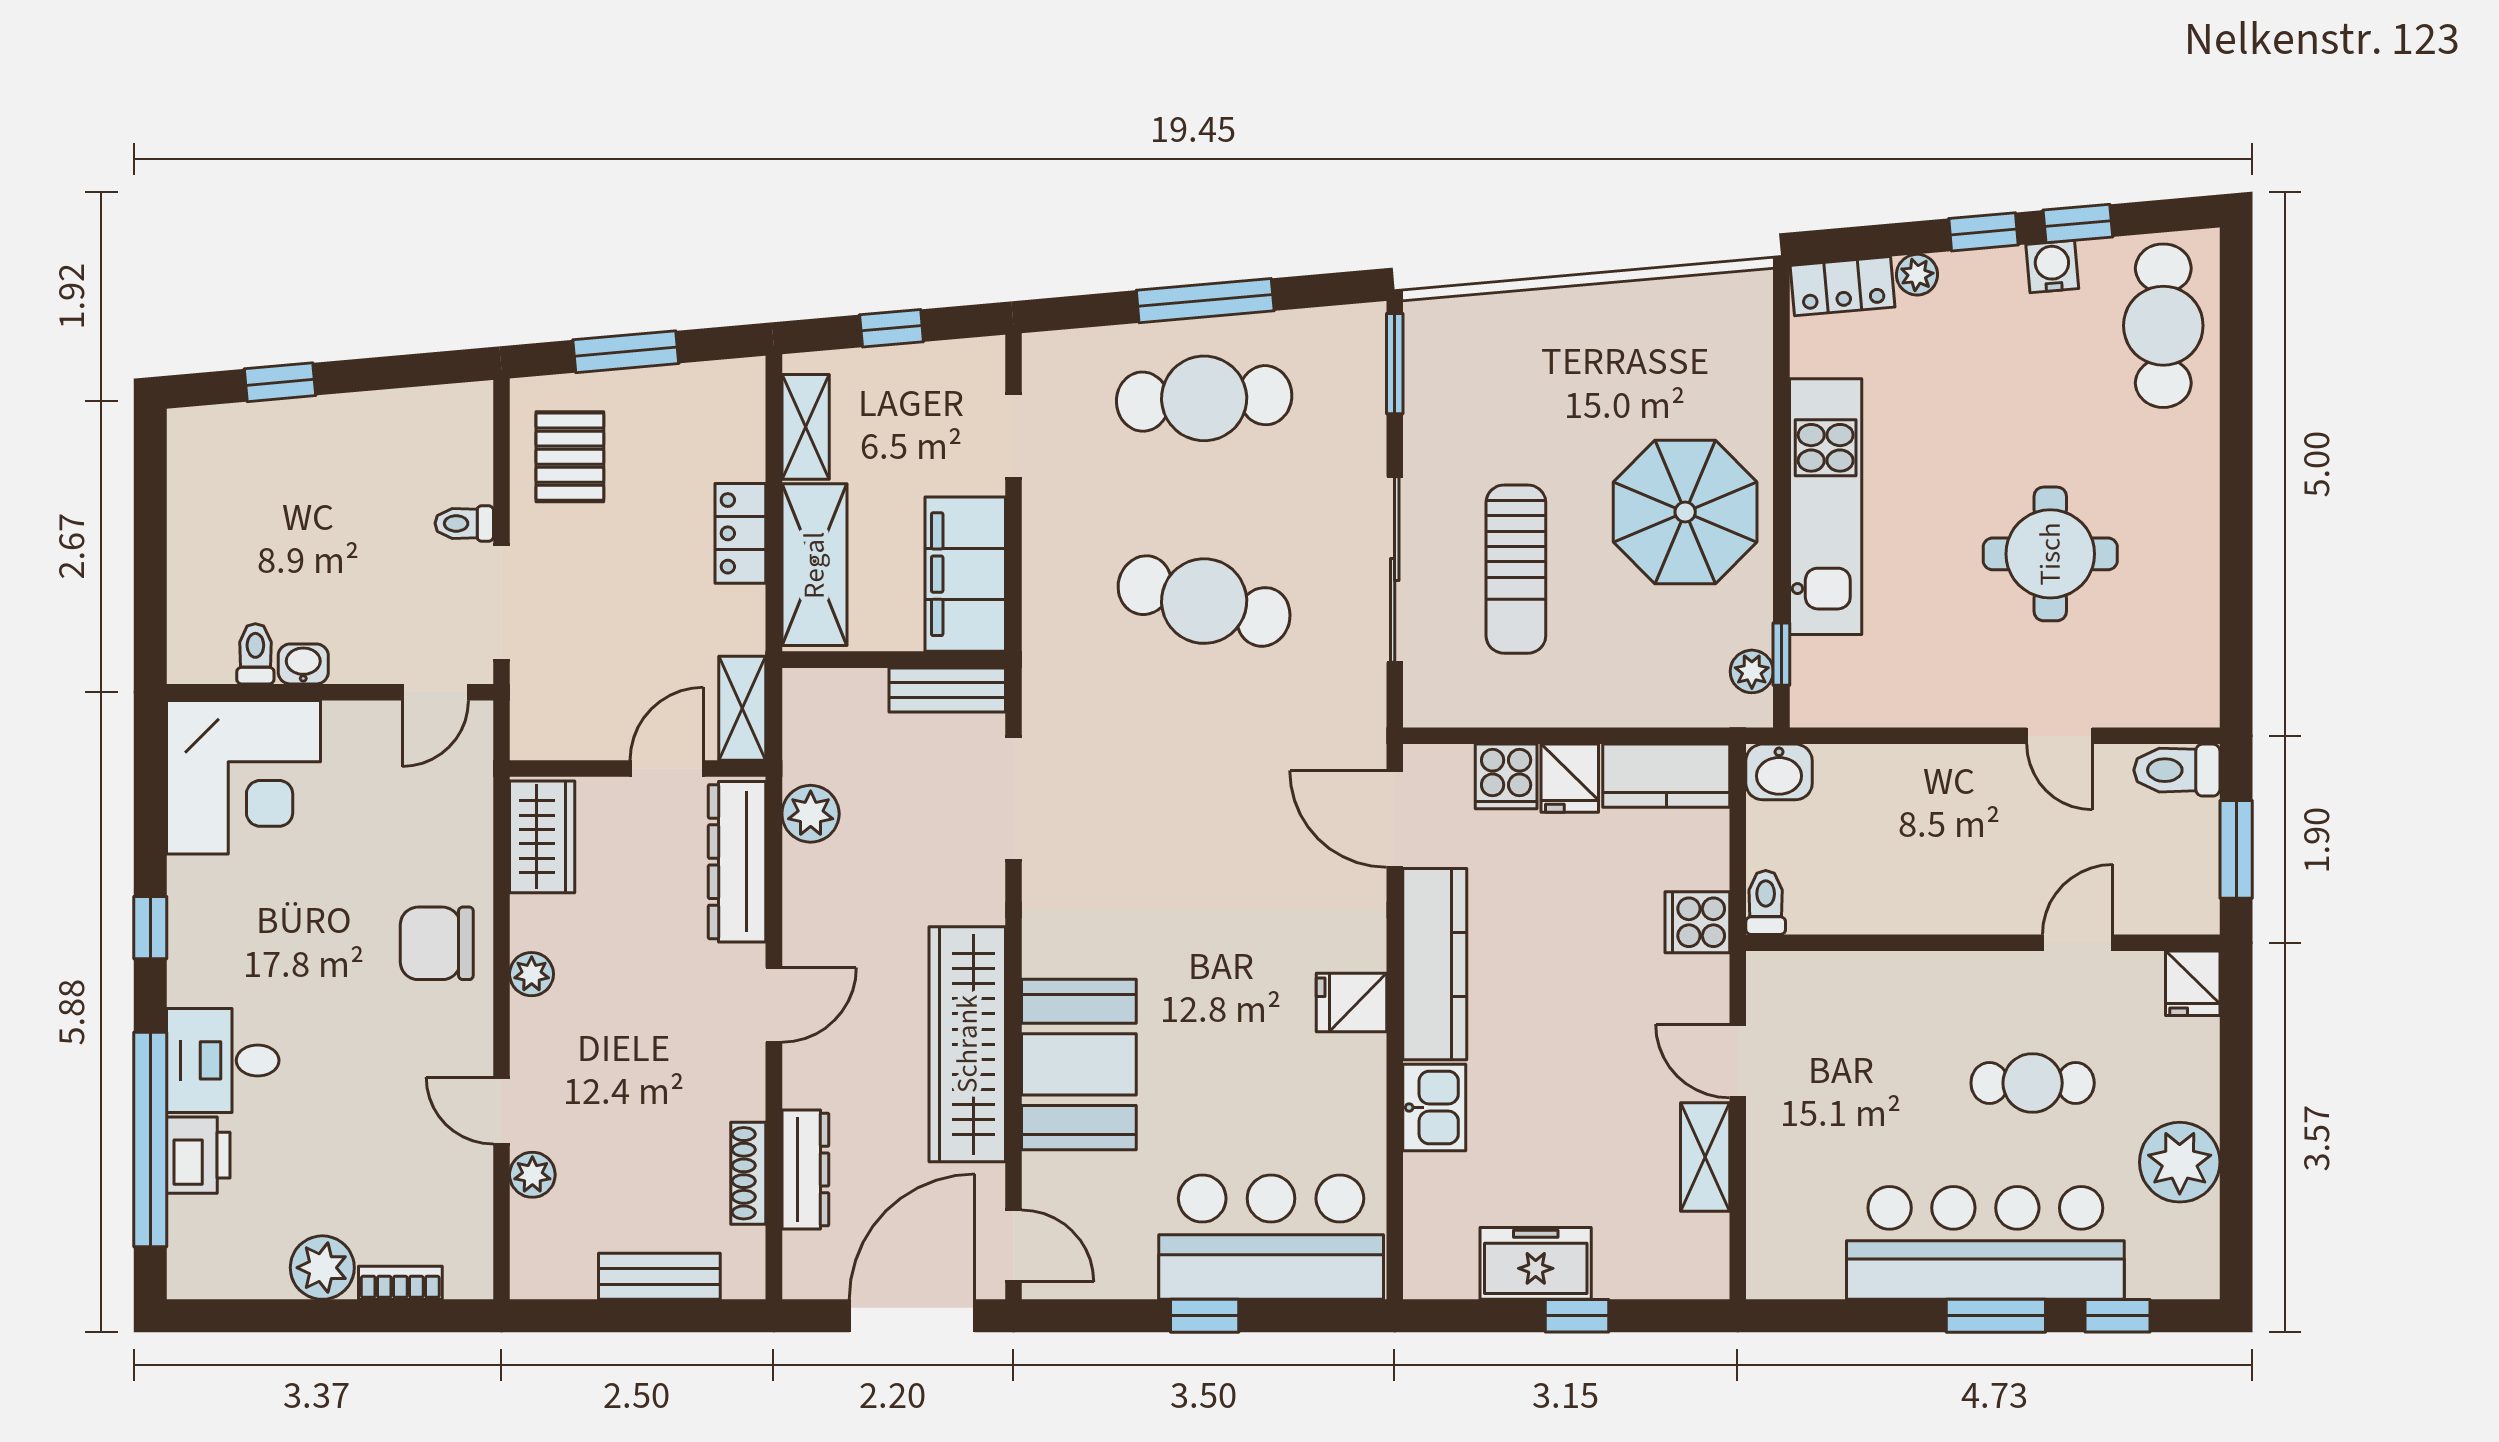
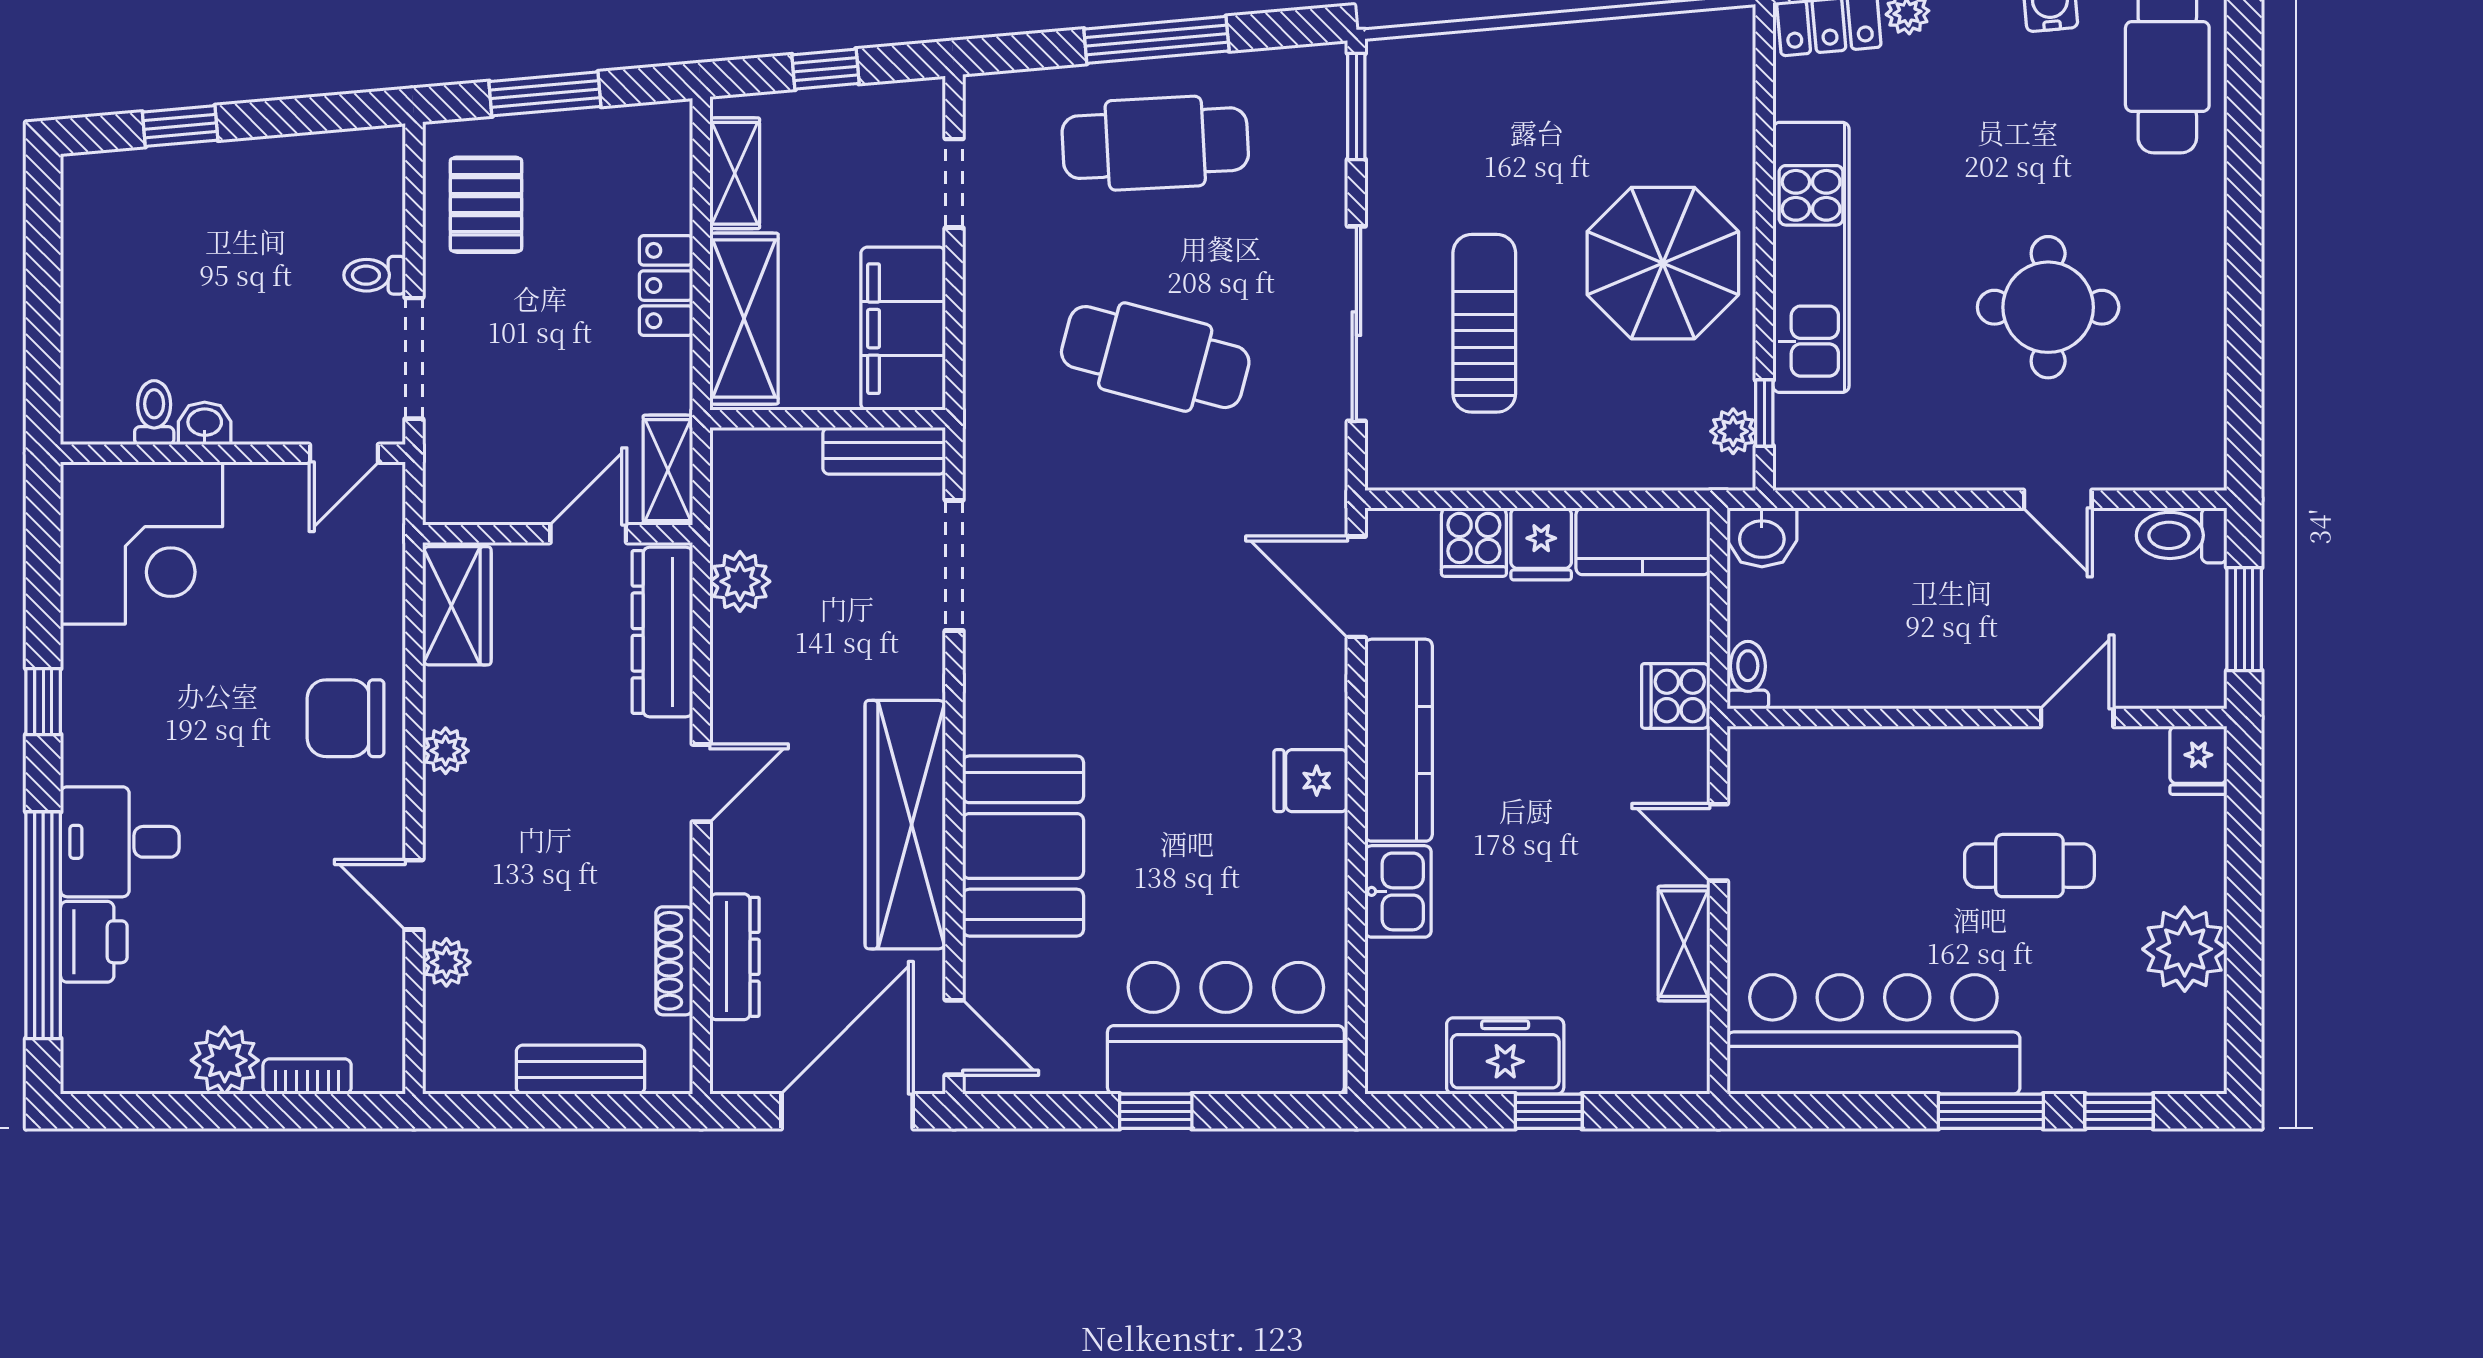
sun lounger: (1516, 569) -> (1484, 323), turned 180
bar counter: (1985, 1243) -> (1873, 1034), moved

